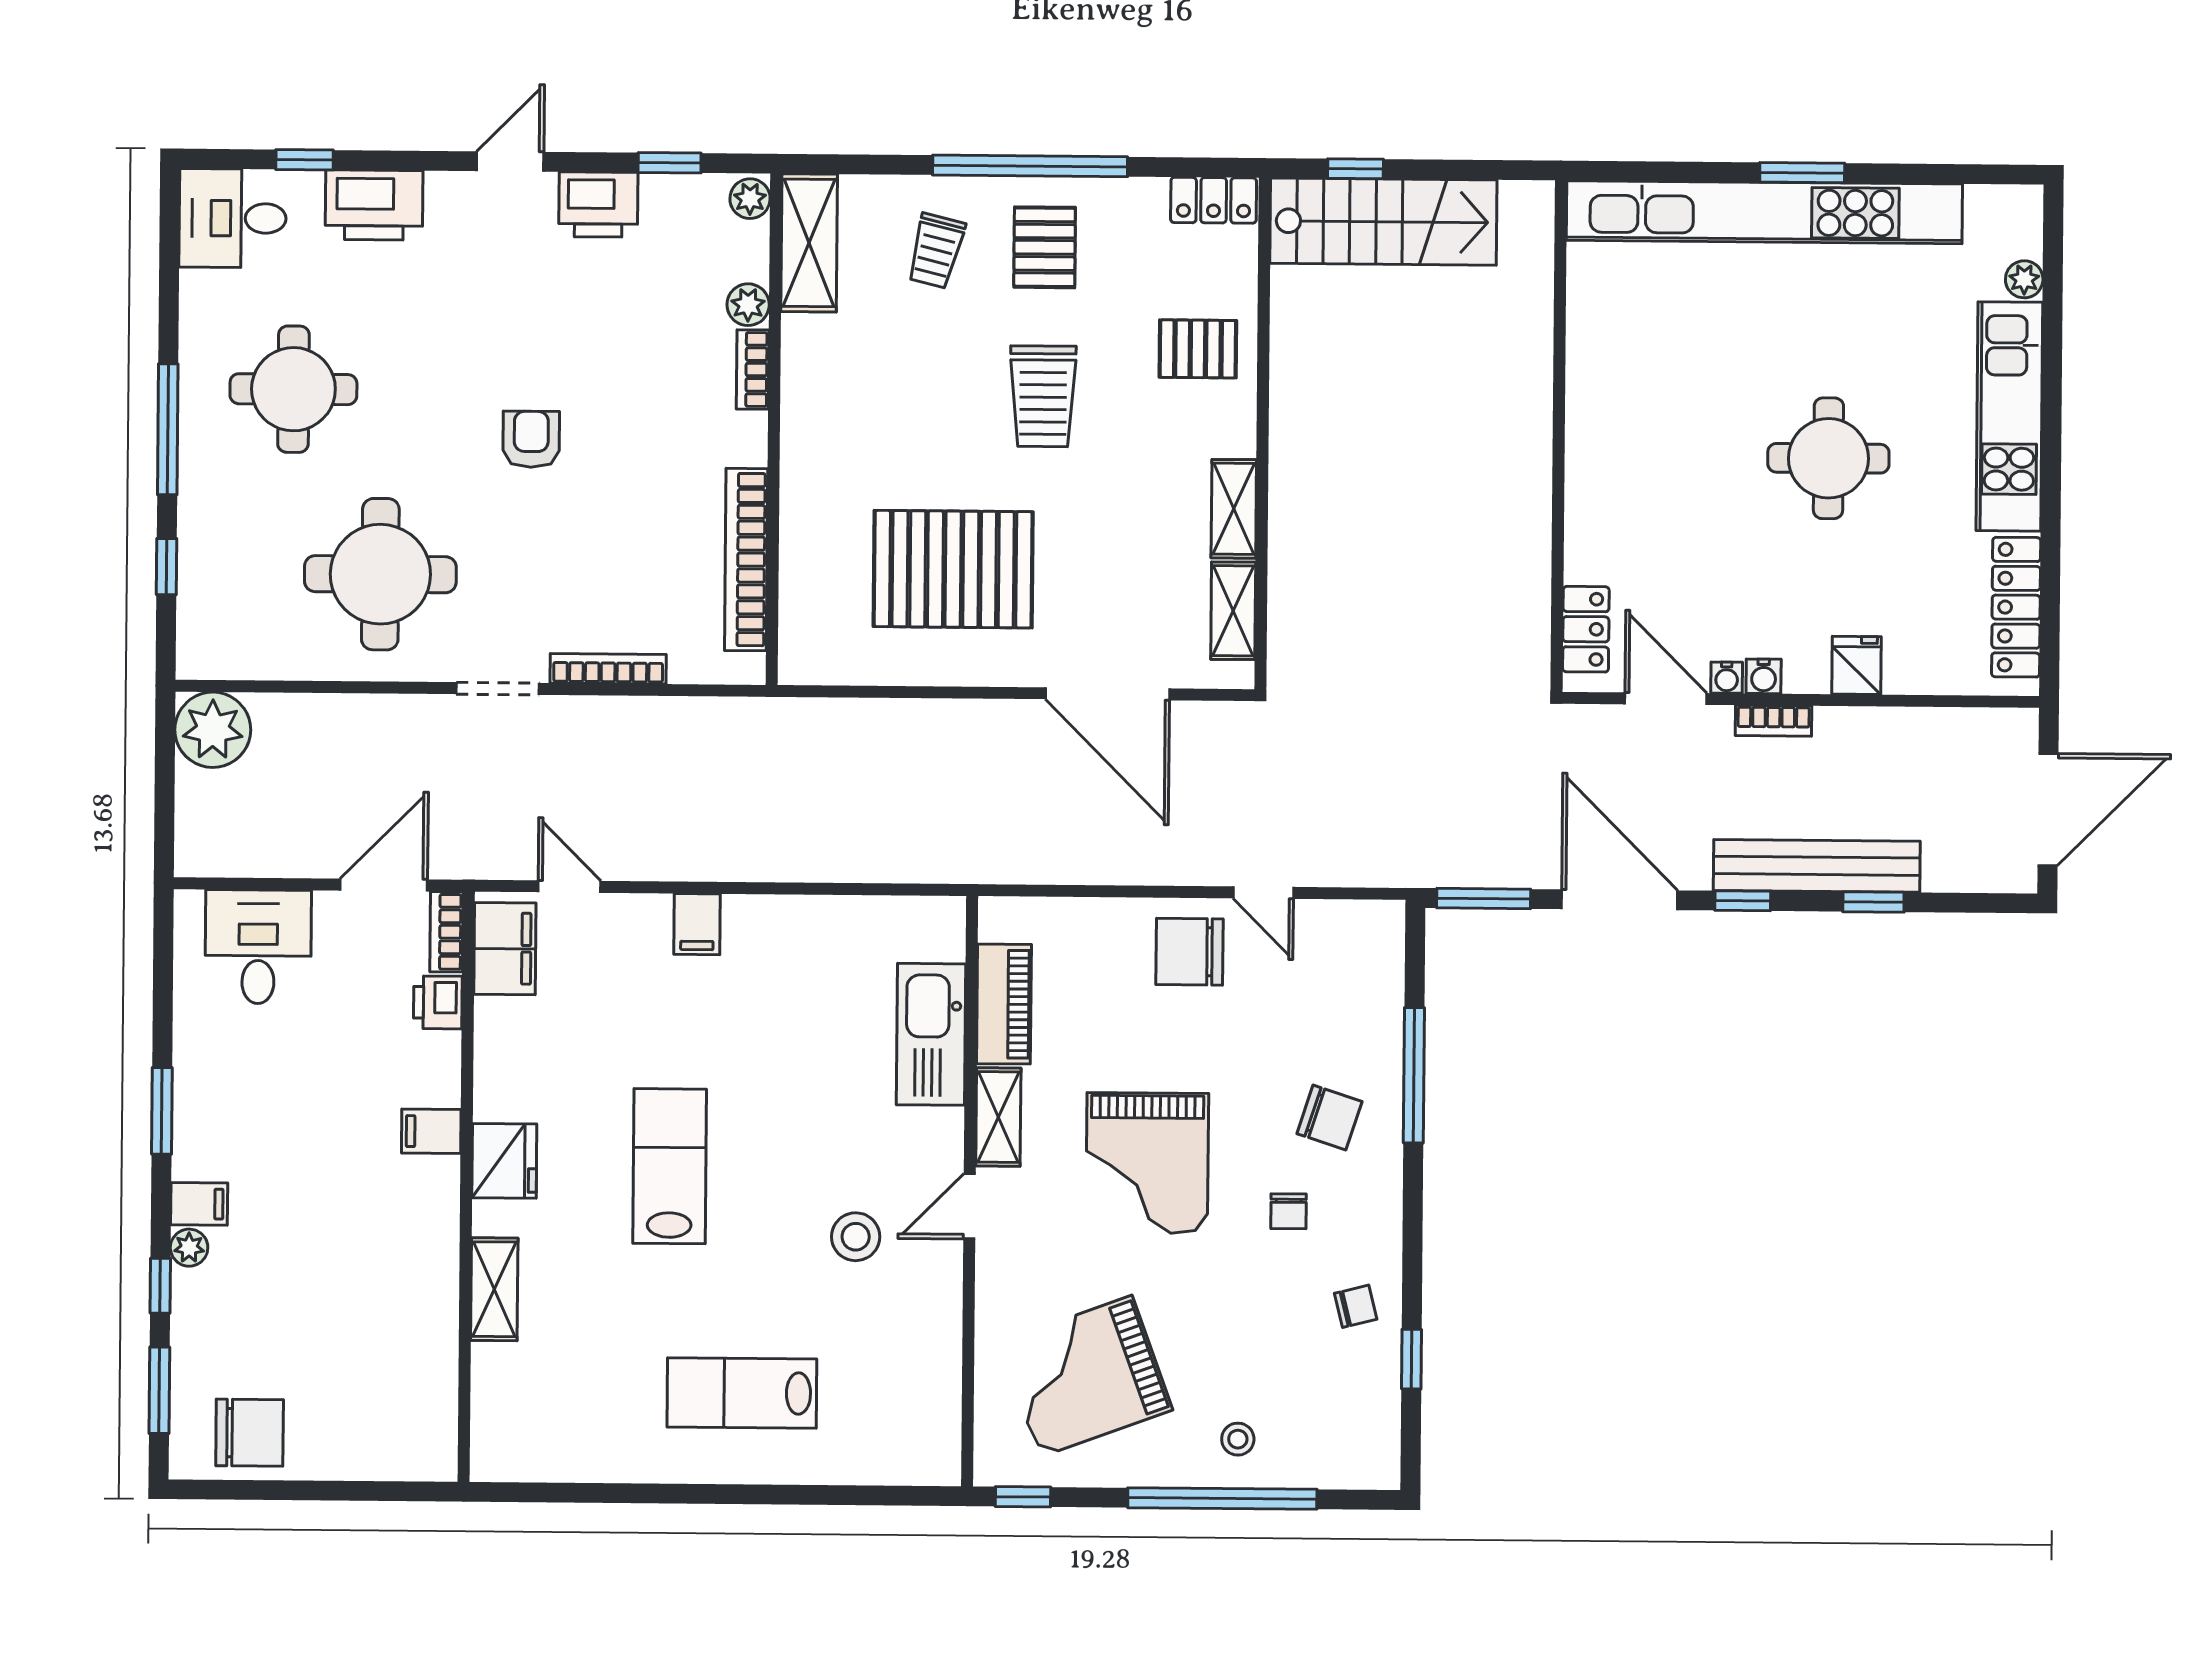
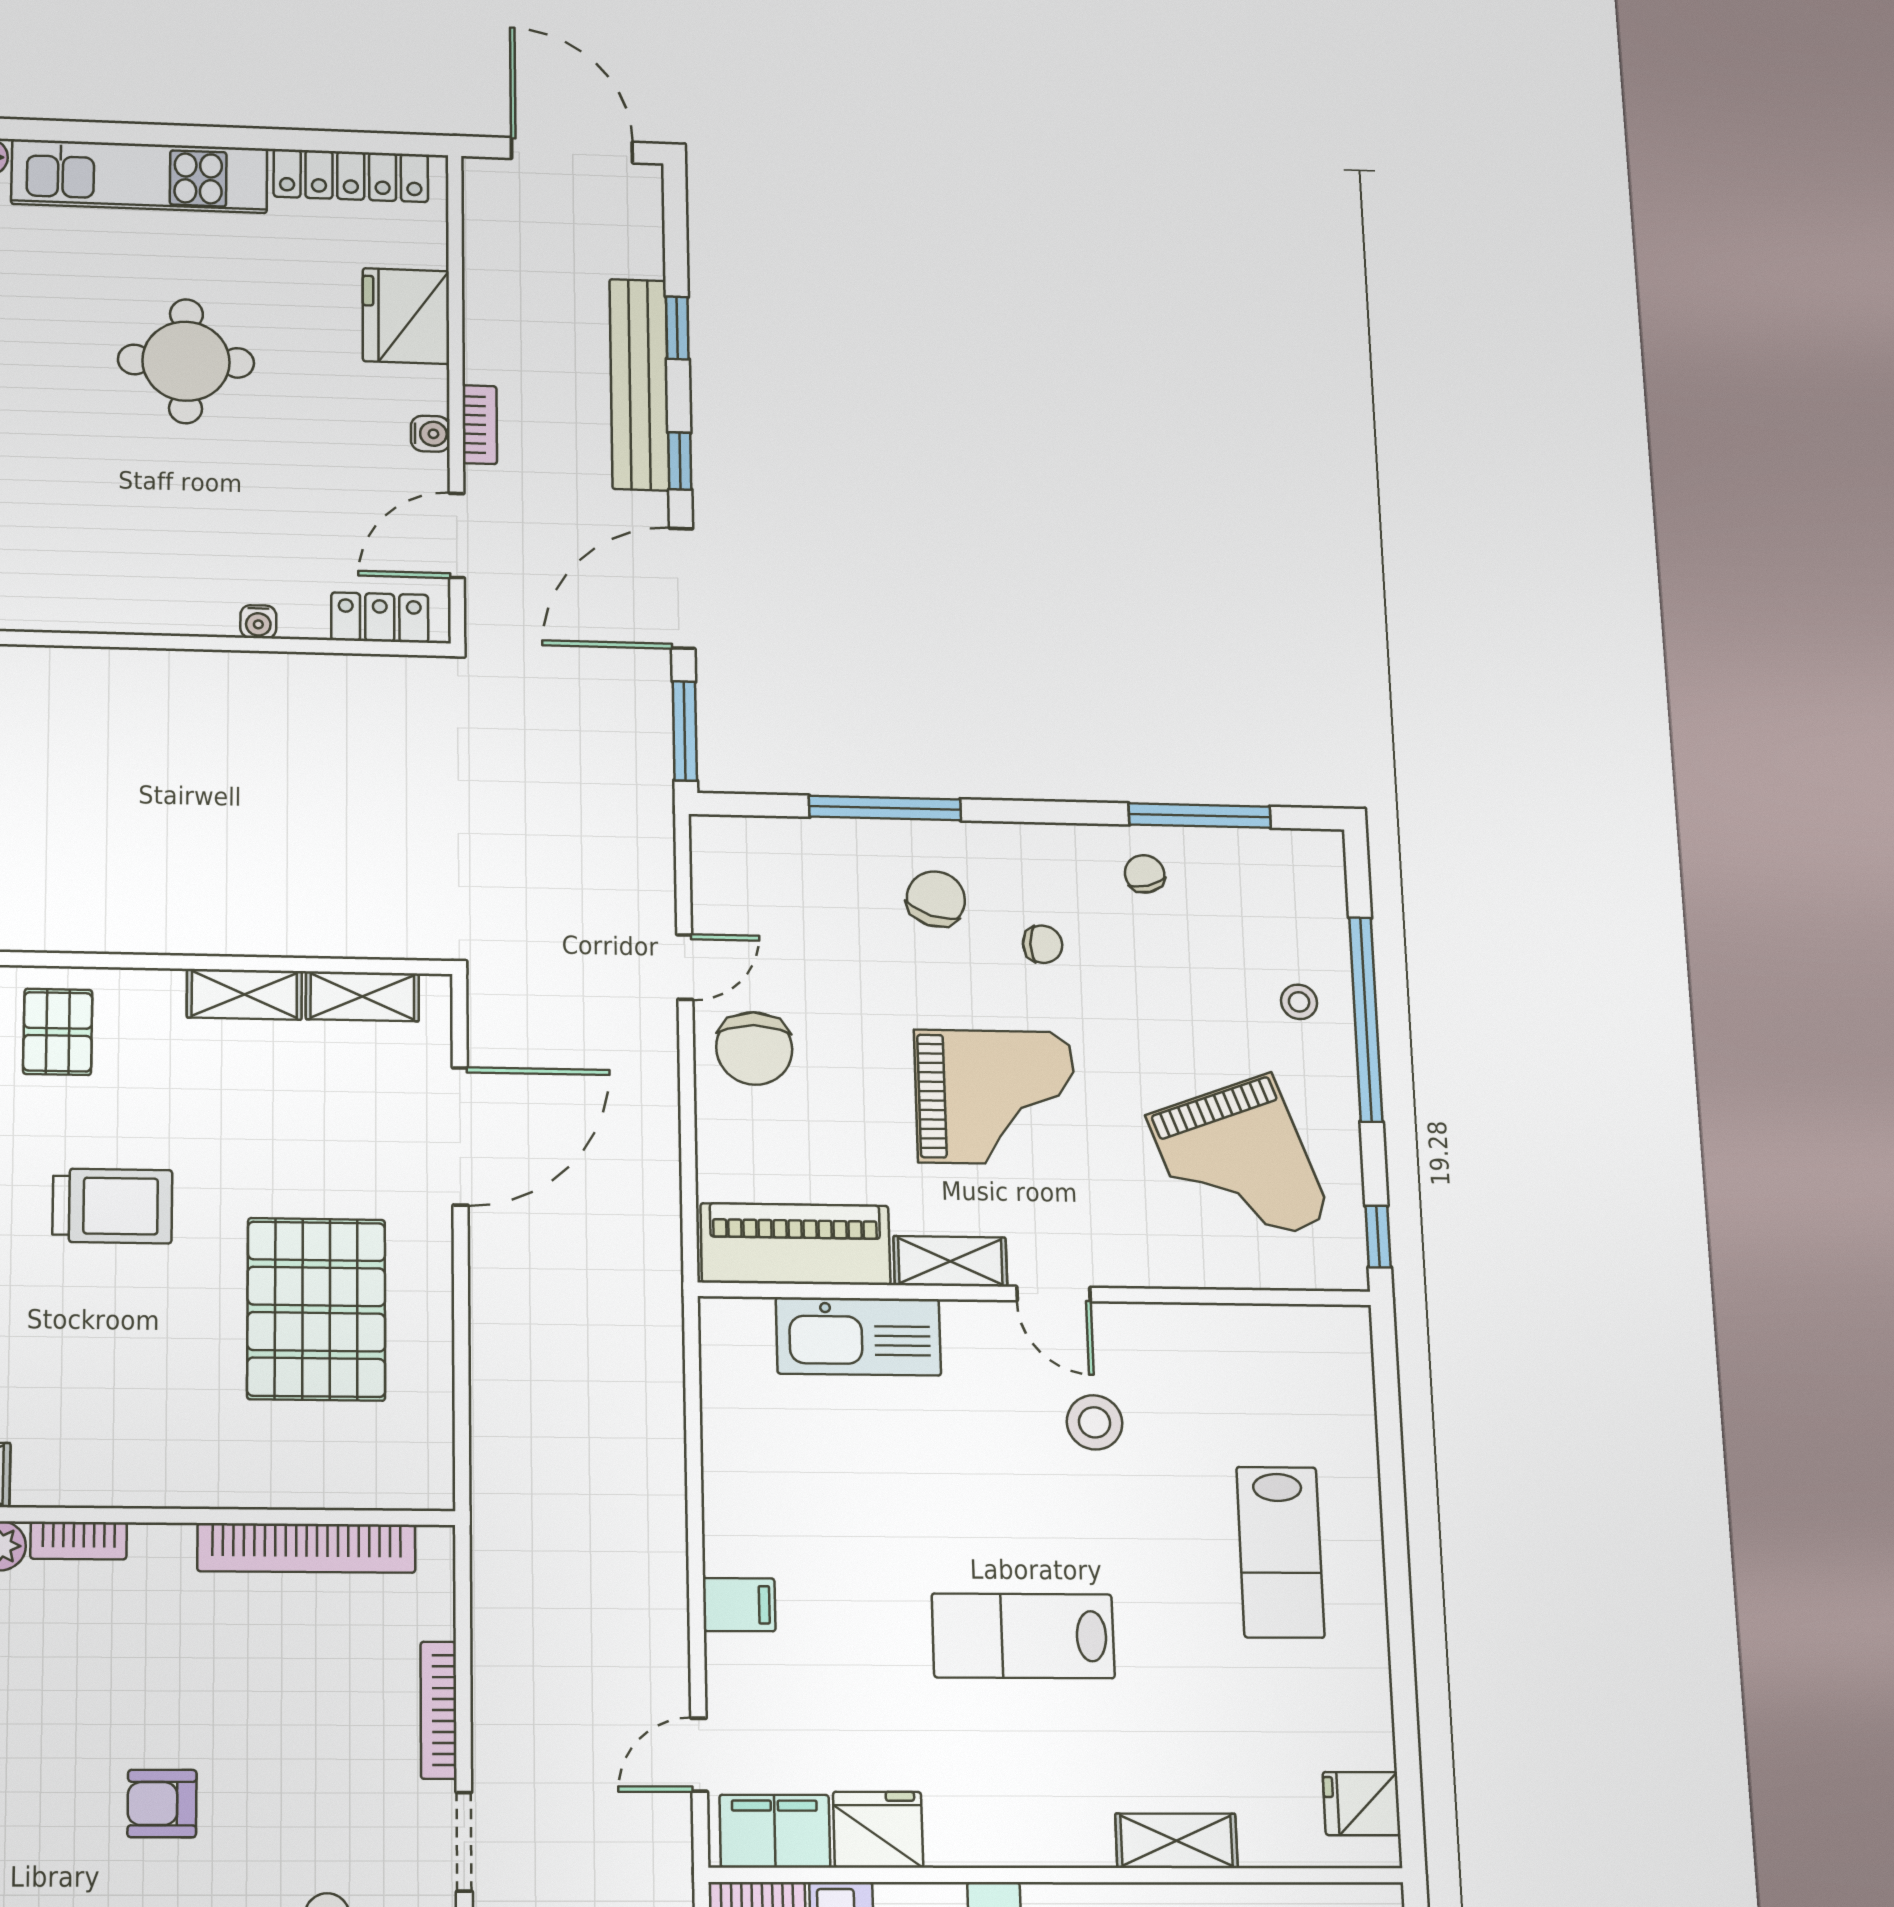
fridge: (1857, 665) -> (406, 316), width x1.88, depth x1.34
water cooler: (1727, 678) -> (258, 622), moved, turned 90
piano: (1004, 1004) -> (795, 1244), width x1.37, depth x1.33
fridge: (504, 1161) -> (878, 1830), moved
window: (1411, 1359) -> (1200, 816), width x2.17
fridge: (525, 1450) -> (1362, 1804), added

